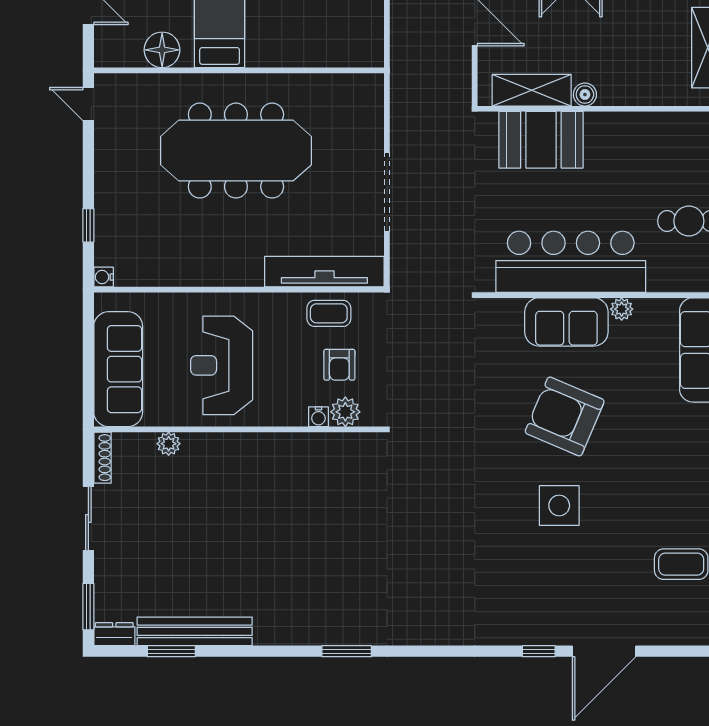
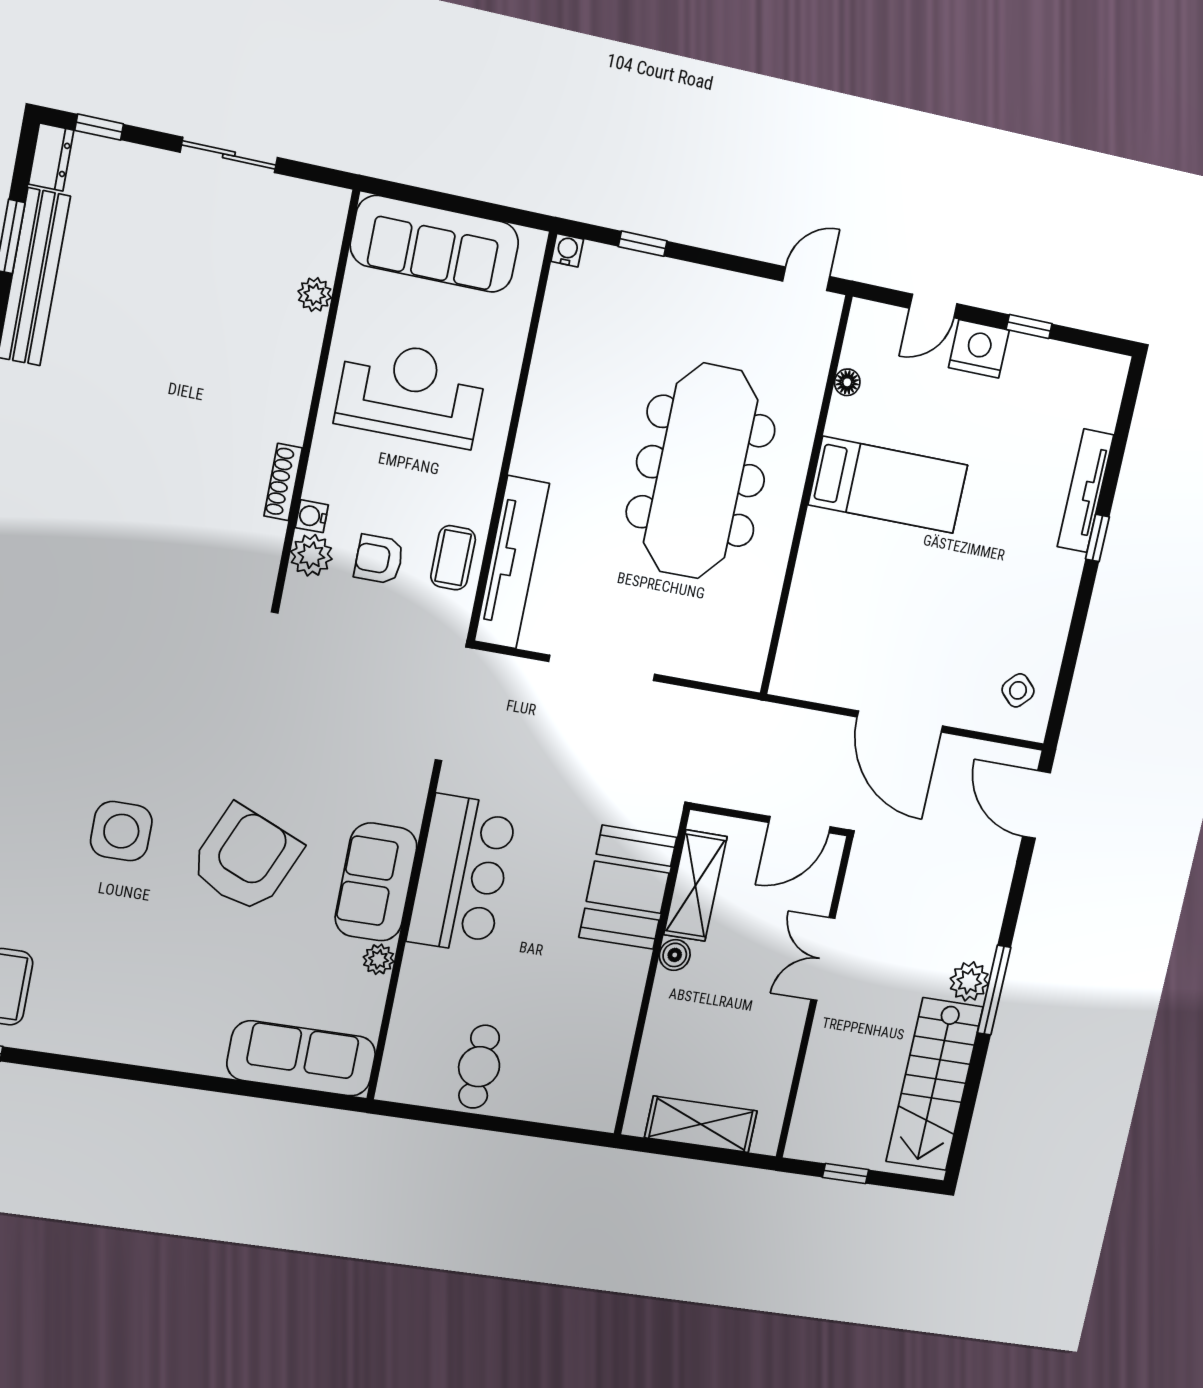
floor lamp: (162, 50) -> (847, 382), width x0.53, depth x0.53
bar counter: (571, 262) -> (462, 874), width x0.73
shoe rack: (102, 458) -> (283, 482), moved, turned 90
window: (88, 607) -> (99, 127), width x0.67

